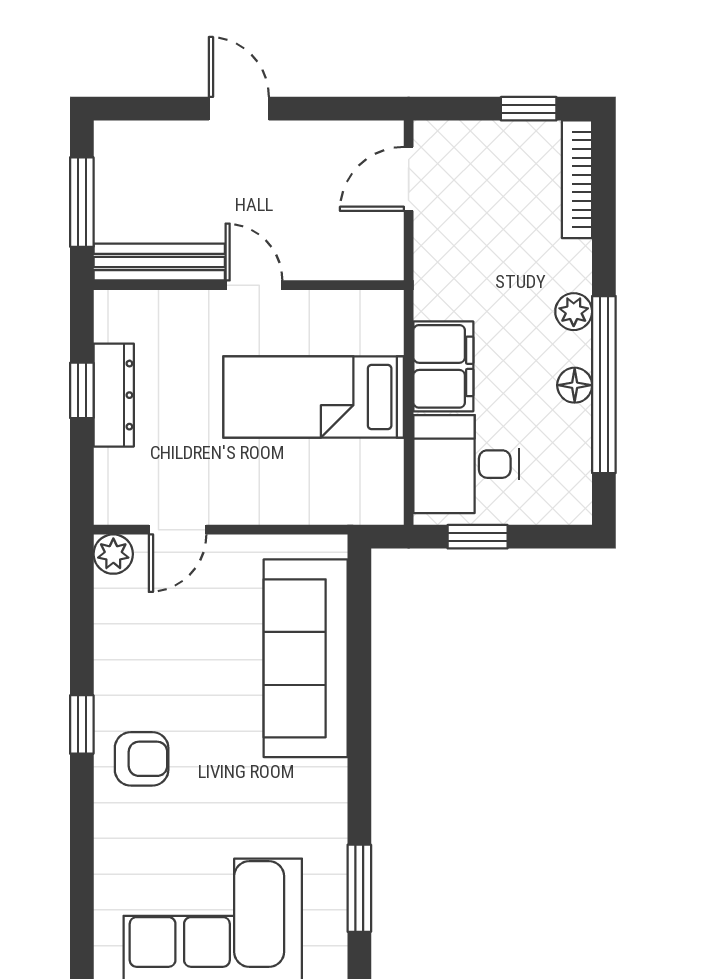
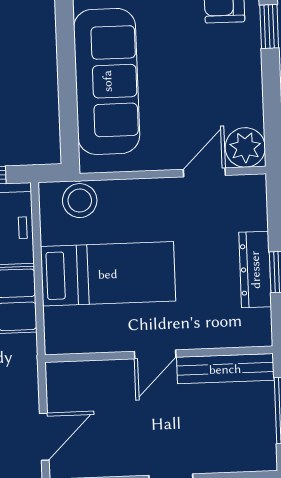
door: (254, 285) -> (155, 354), hinge flipped
stool: (348, 498) -> (80, 201), added
plant: (113, 554) -> (245, 147), width x1.38, depth x1.38

